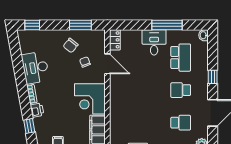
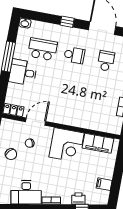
school desk: (181, 90) -> (74, 55), turned -90
printer: (37, 110) -> (78, 199), moved

